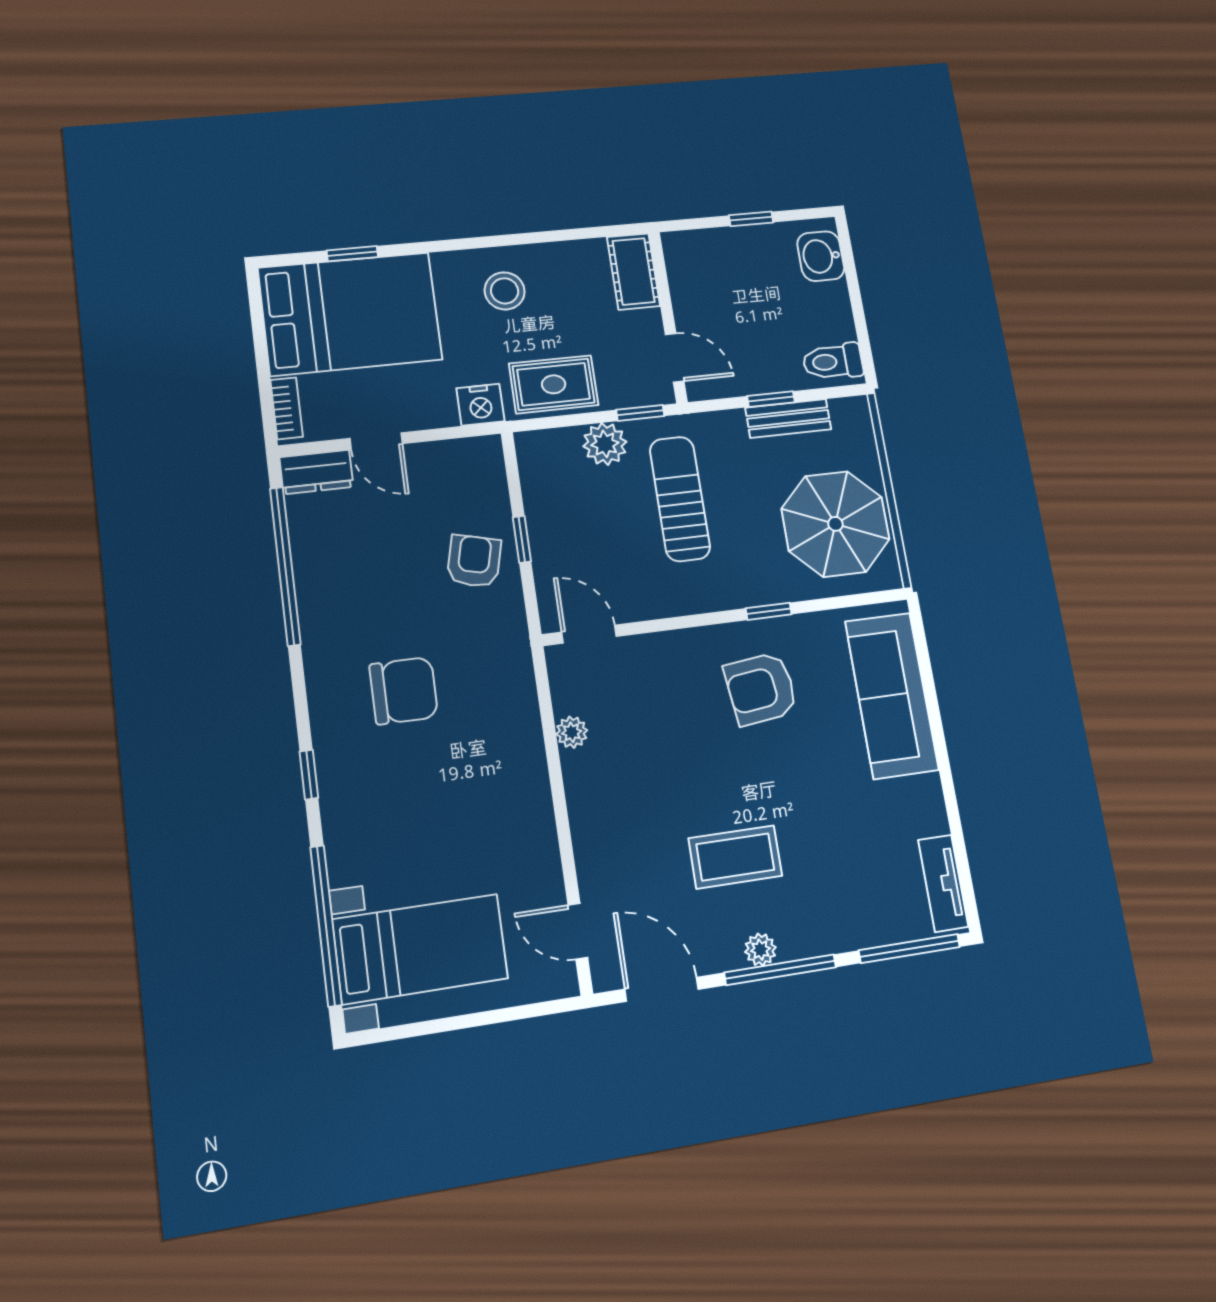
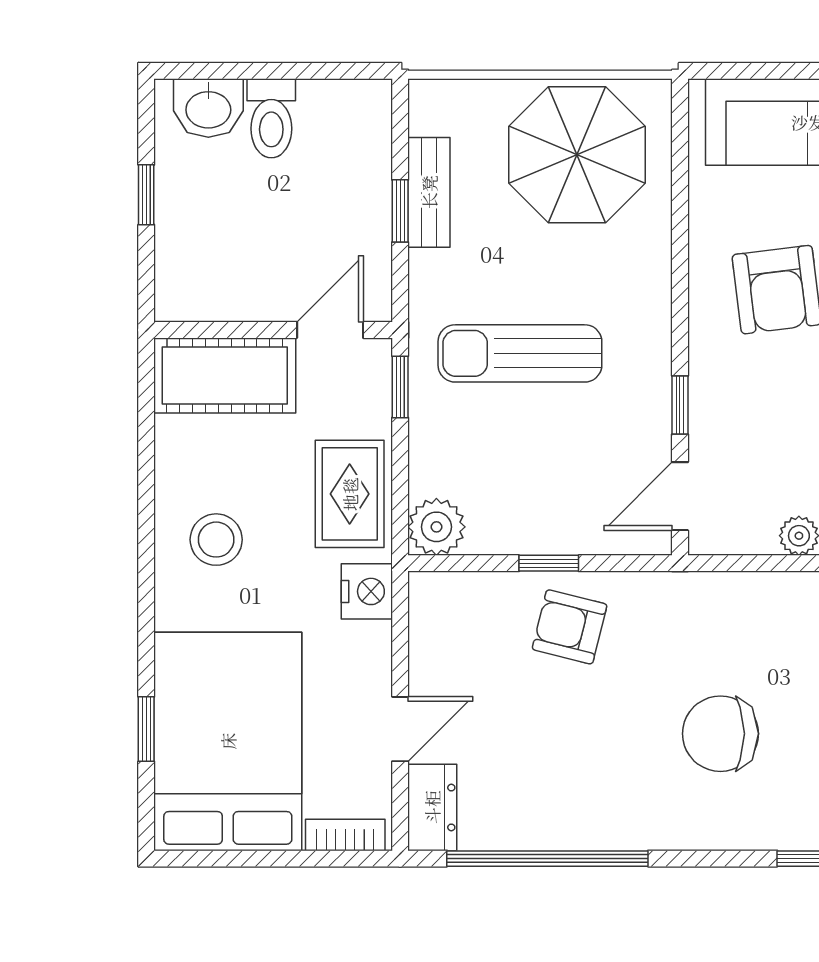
cot: (634, 271) -> (225, 375), width x1.37, depth x1.34
toilet: (833, 361) -> (271, 118), moved
plant: (605, 444) -> (436, 527), moved
window: (769, 611) -> (680, 405), moved
chair: (404, 691) -> (720, 734), turned -90

